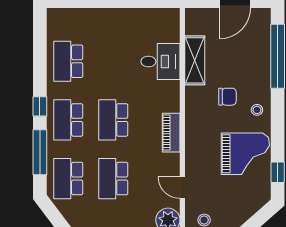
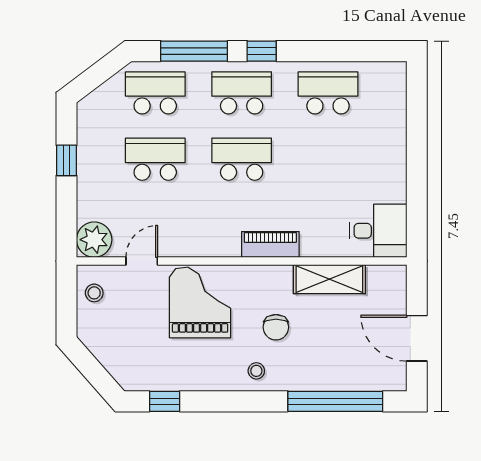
desk: (160, 61) -> (378, 231), moved, turned -90
piano: (171, 133) -> (270, 244), moved
grand piano: (245, 154) -> (200, 303), moved, turned 180

